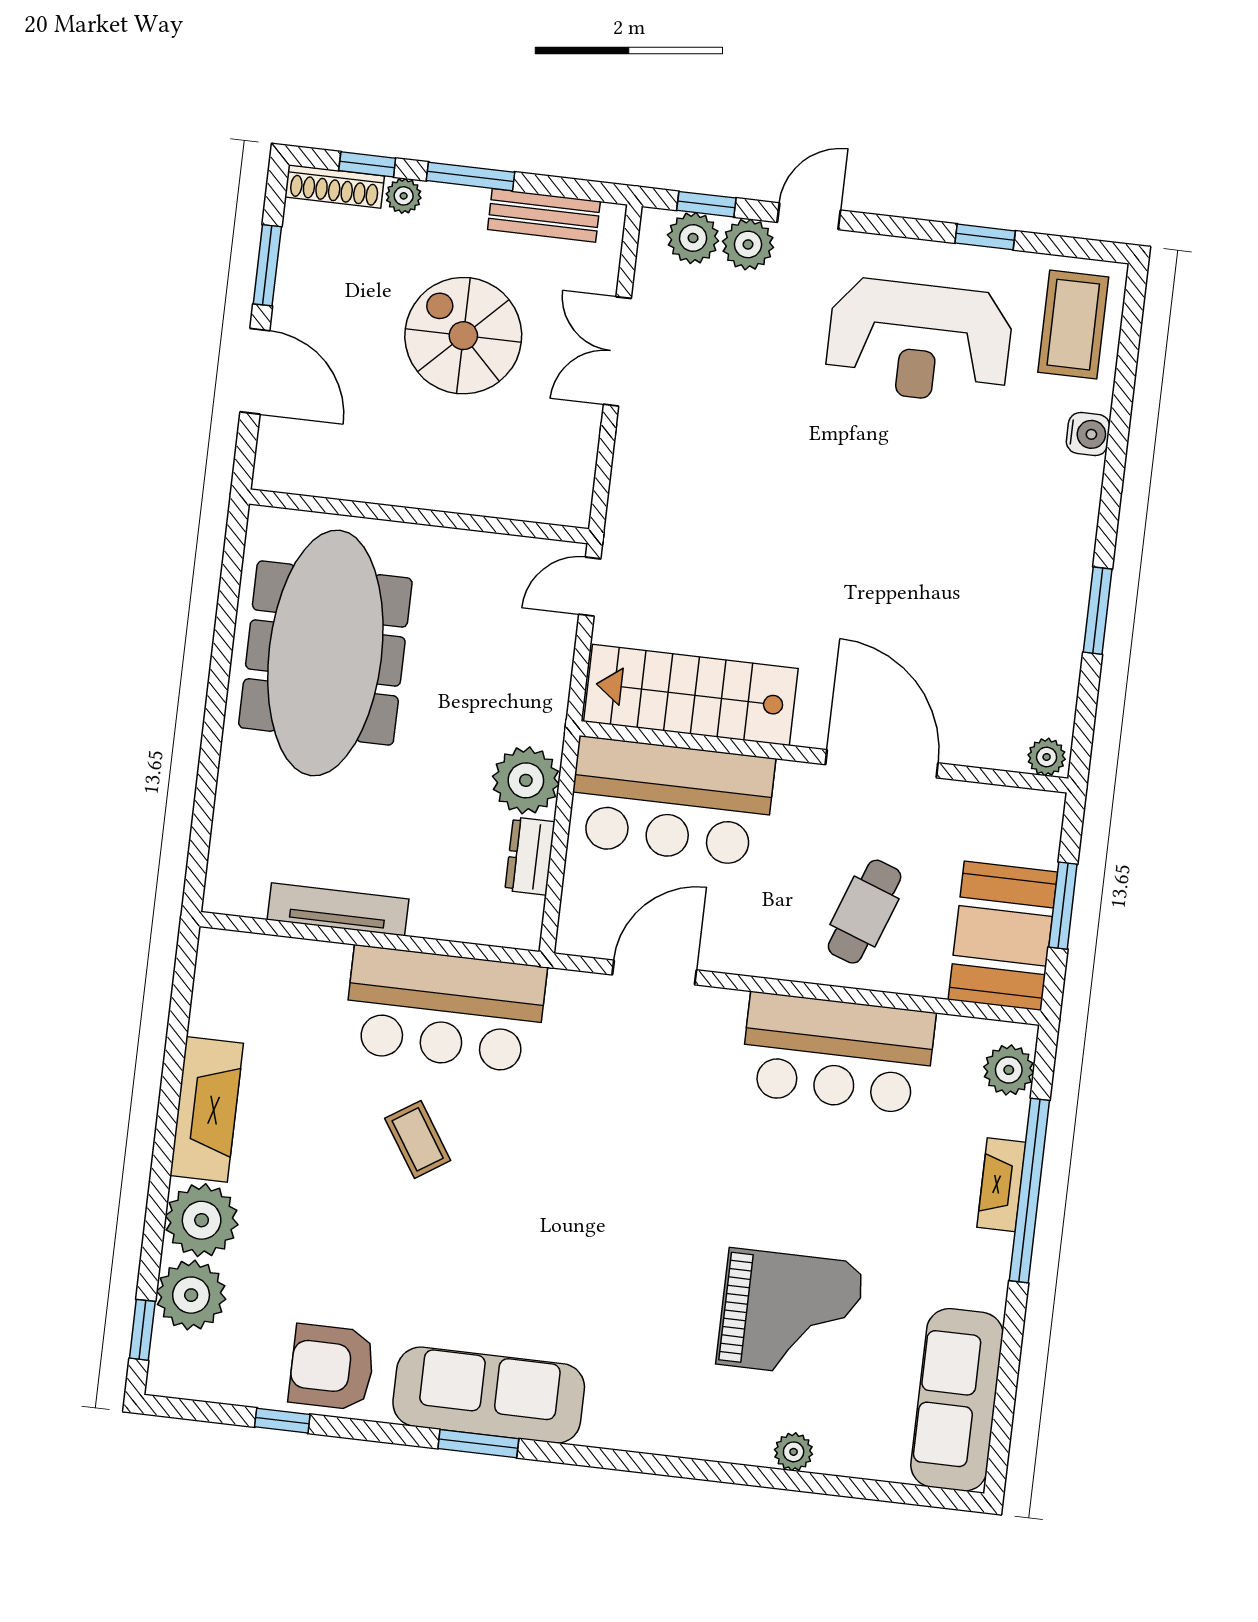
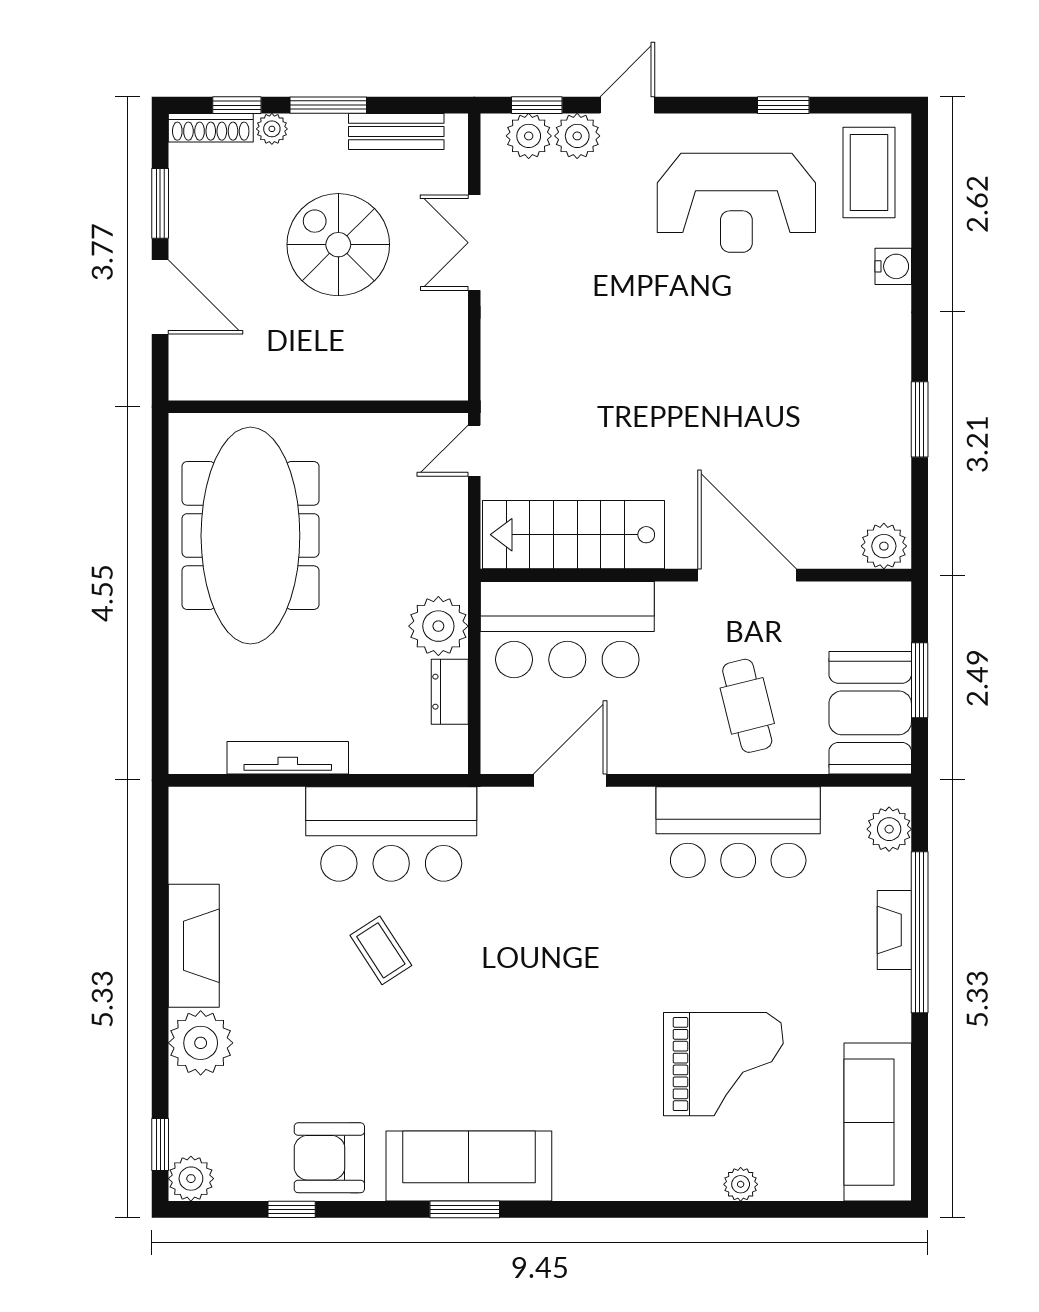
plant: (1047, 757) -> (884, 546), width x1.38, depth x1.38
cafe table: (865, 912) -> (747, 706), turned -34
plant: (191, 1295) -> (191, 1179), moved, width x0.73, depth x0.73

